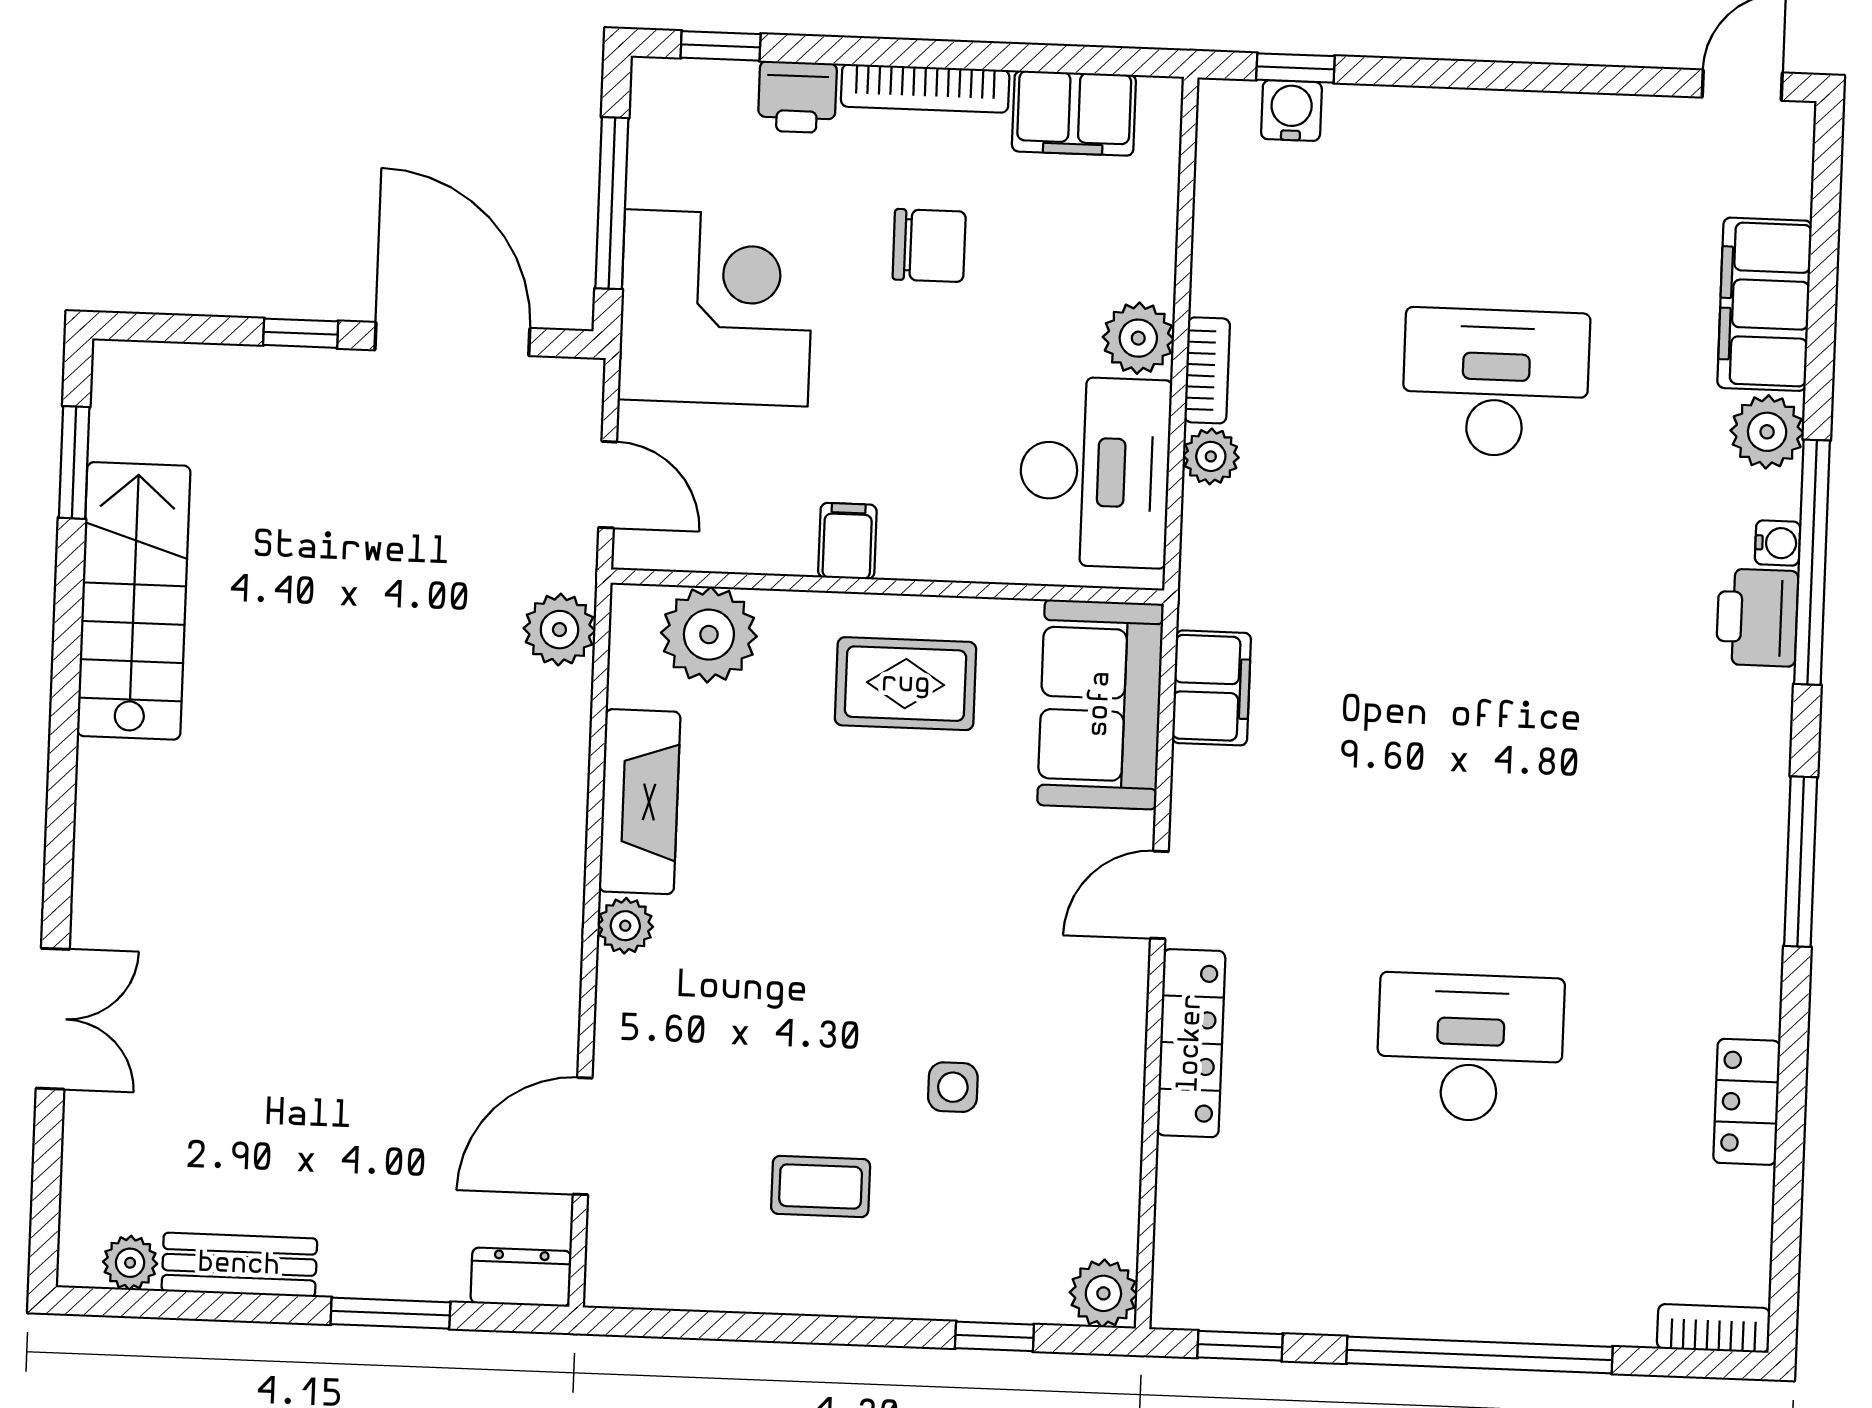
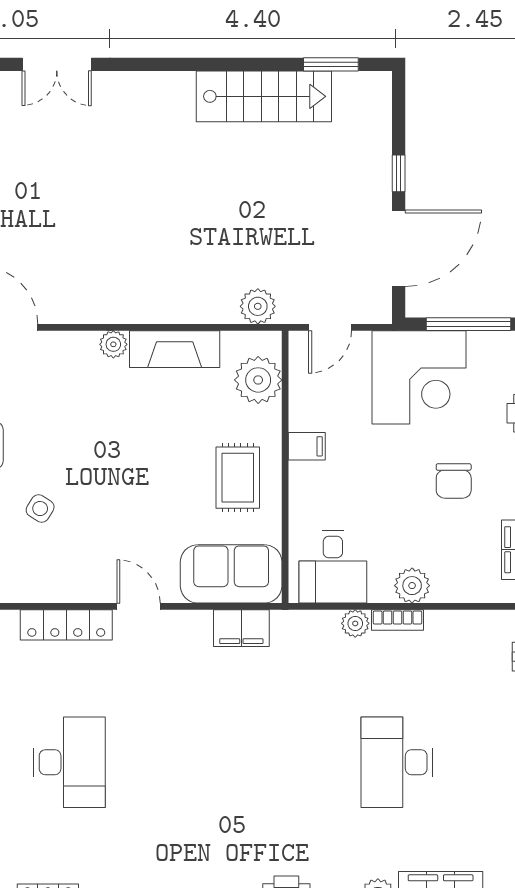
desk: (1496, 383) -> (397, 762), turned 180
desk: (1095, 472) -> (333, 567), width x0.73
side table: (953, 1087) -> (40, 509), turned 32

